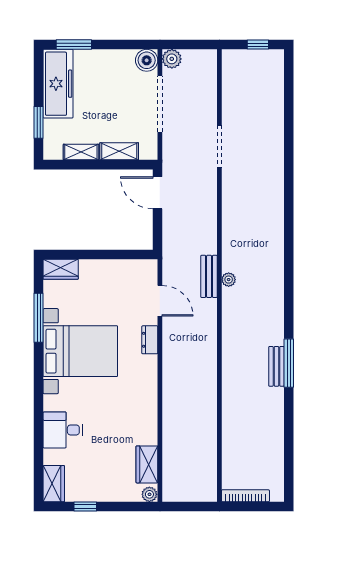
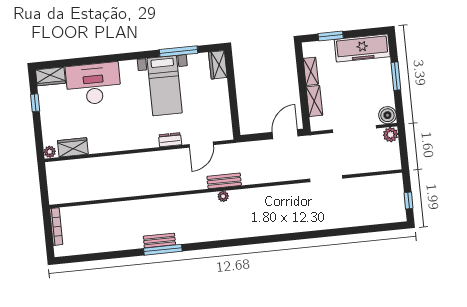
window: (74, 45) -> (396, 76), moved
bed with nightstands: (80, 351) -> (165, 86), width x0.73
desk: (63, 430) -> (93, 84), width x1.87, depth x1.30

